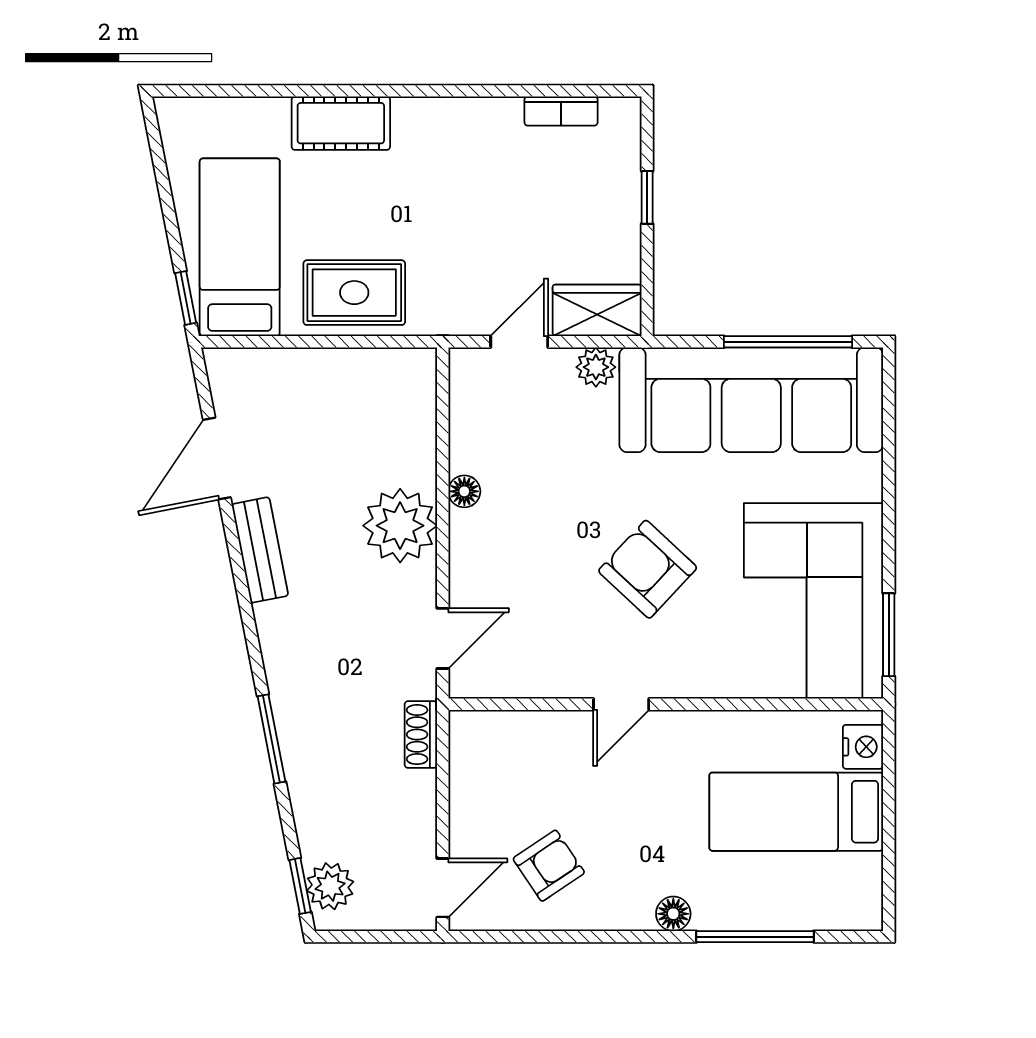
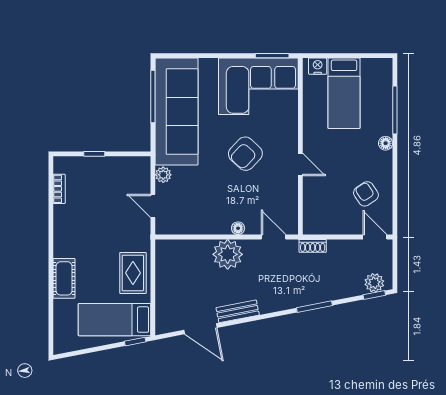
wardrobe: (597, 310) -> (140, 174), removed
floor lamp: (464, 491) -> (238, 228), moved

